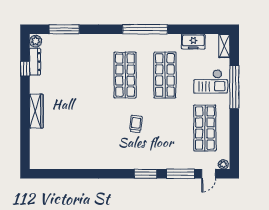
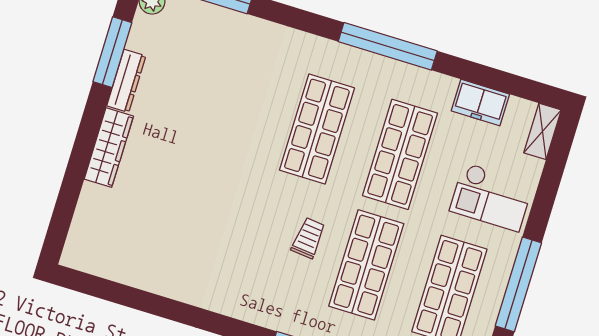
dresser: (35, 62) -> (126, 81), moved
window: (25, 69) -> (112, 52), width x2.17
window: (234, 87) -> (518, 284), moved
shop shelf: (165, 128) -> (366, 265), added

